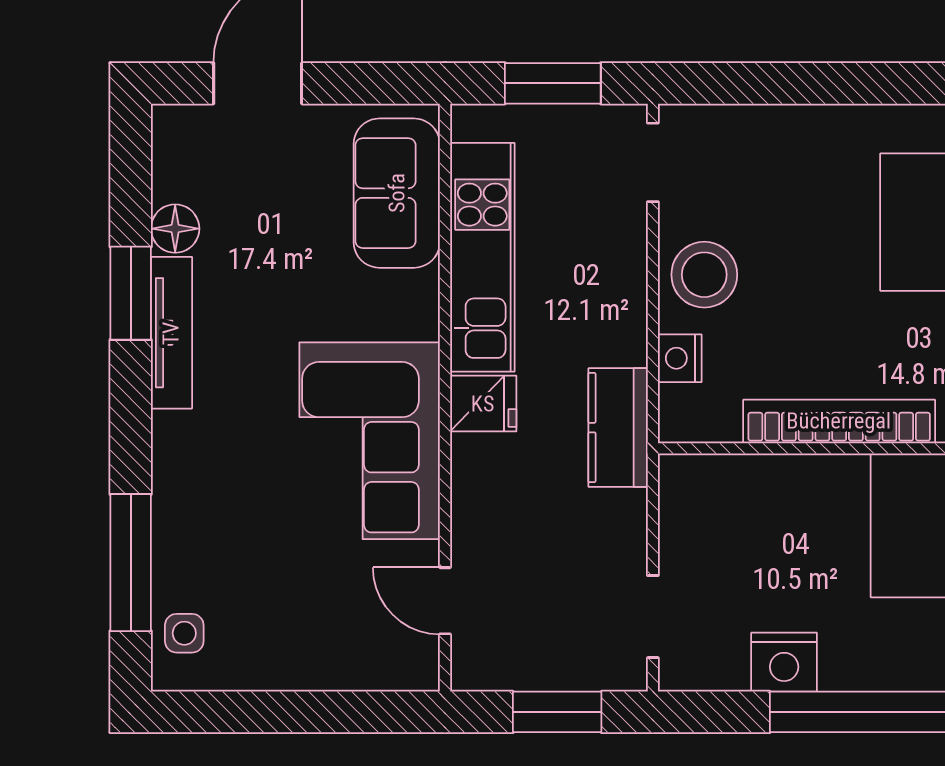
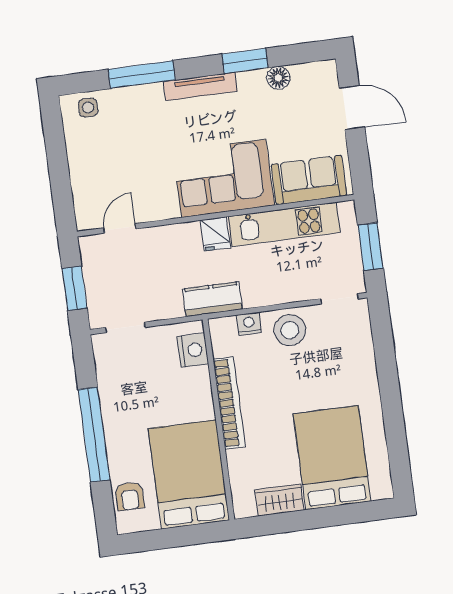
tv unit: (171, 333) -> (200, 86), moved
corner sofa: (370, 441) -> (224, 178), moved
window: (131, 563) -> (142, 75), moved
nightstand: (784, 662) -> (193, 350), moved, turned 180

